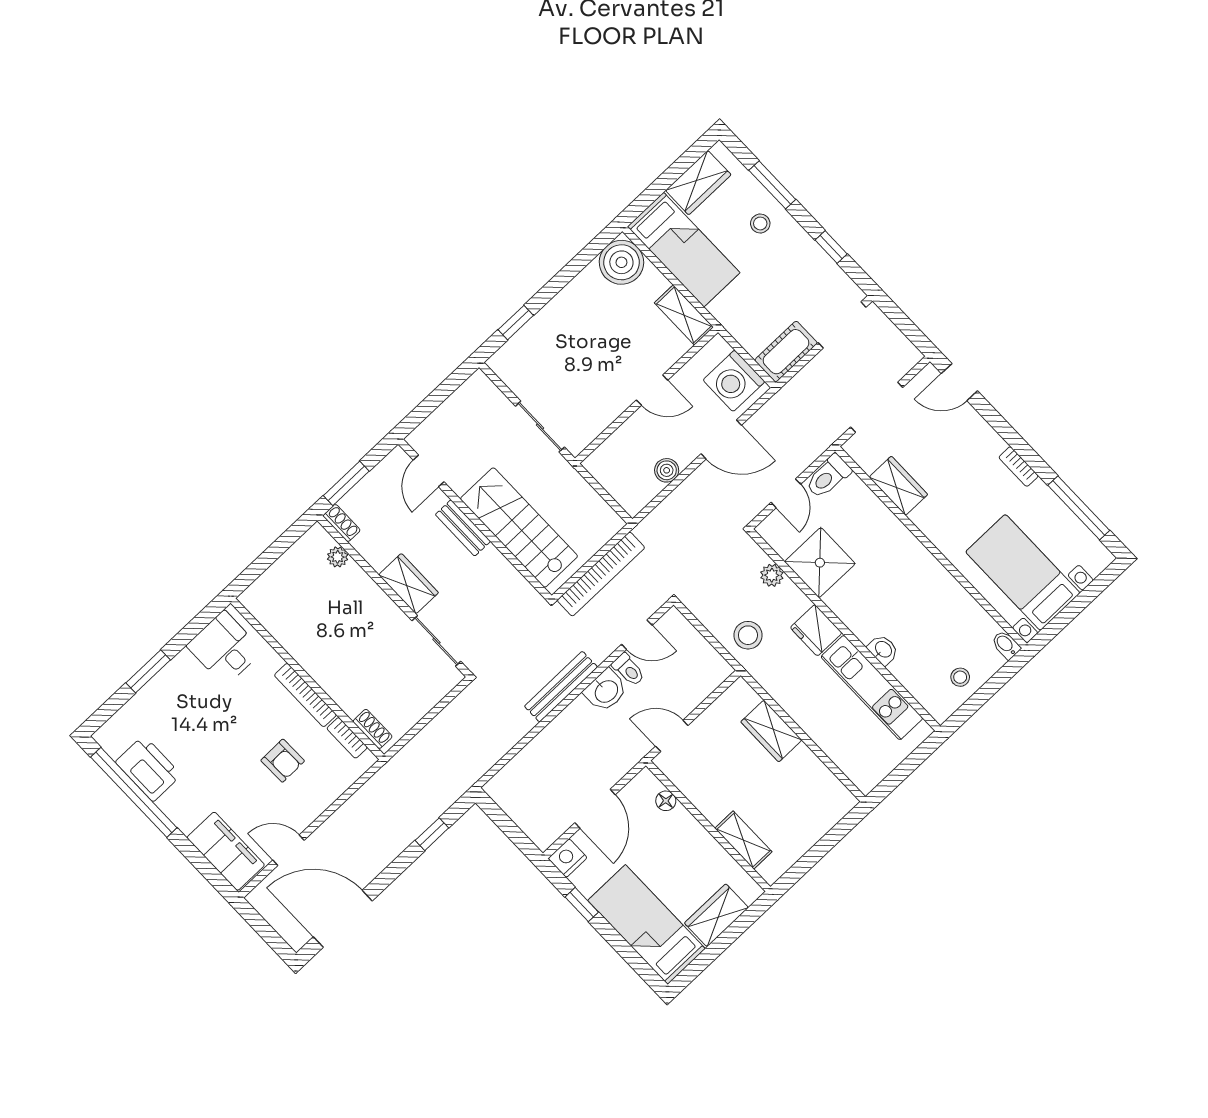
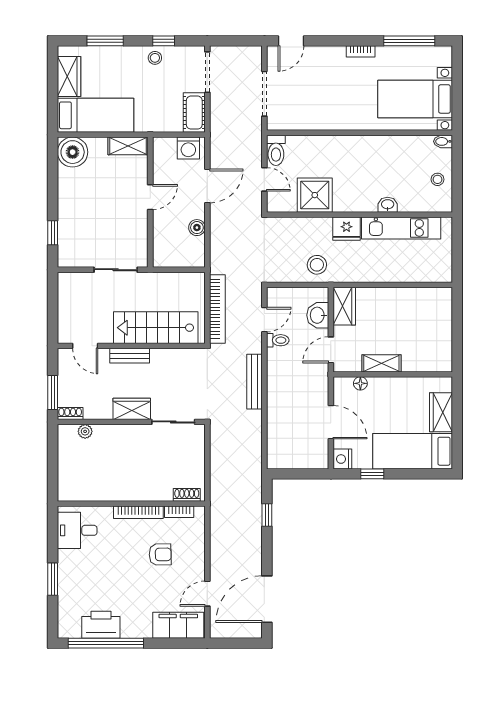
stool: (760, 223) -> (155, 58), moved
washing machine: (734, 381) -> (188, 148), width x0.73, depth x0.73
wardrobe: (898, 486) -> (314, 120), removed
plant: (772, 575) -> (298, 225), removed
washbasin: (606, 691) -> (318, 315), moved, turned 180
wardrobe: (771, 731) -> (344, 306), moved, turned -90
shelving: (743, 840) -> (381, 363), moved

